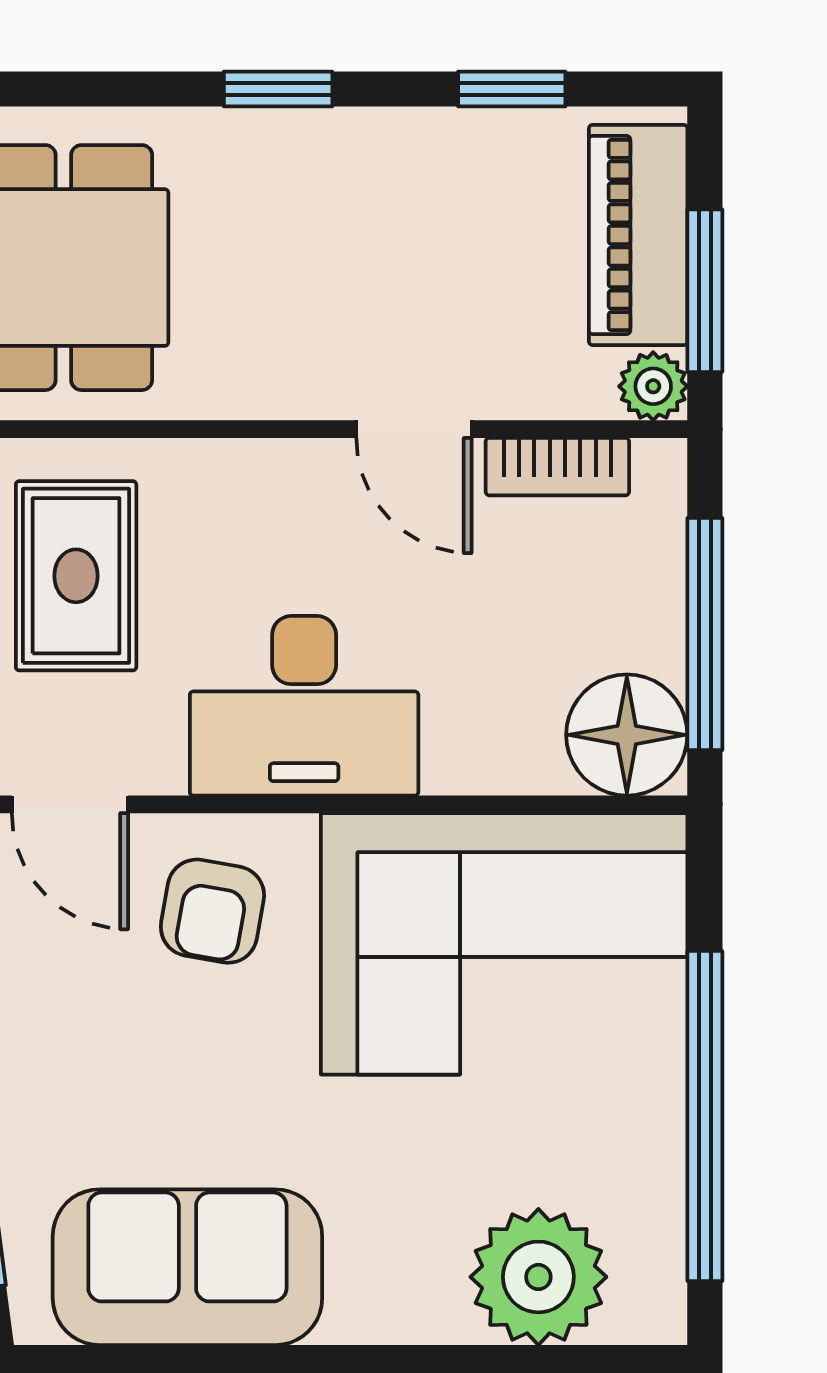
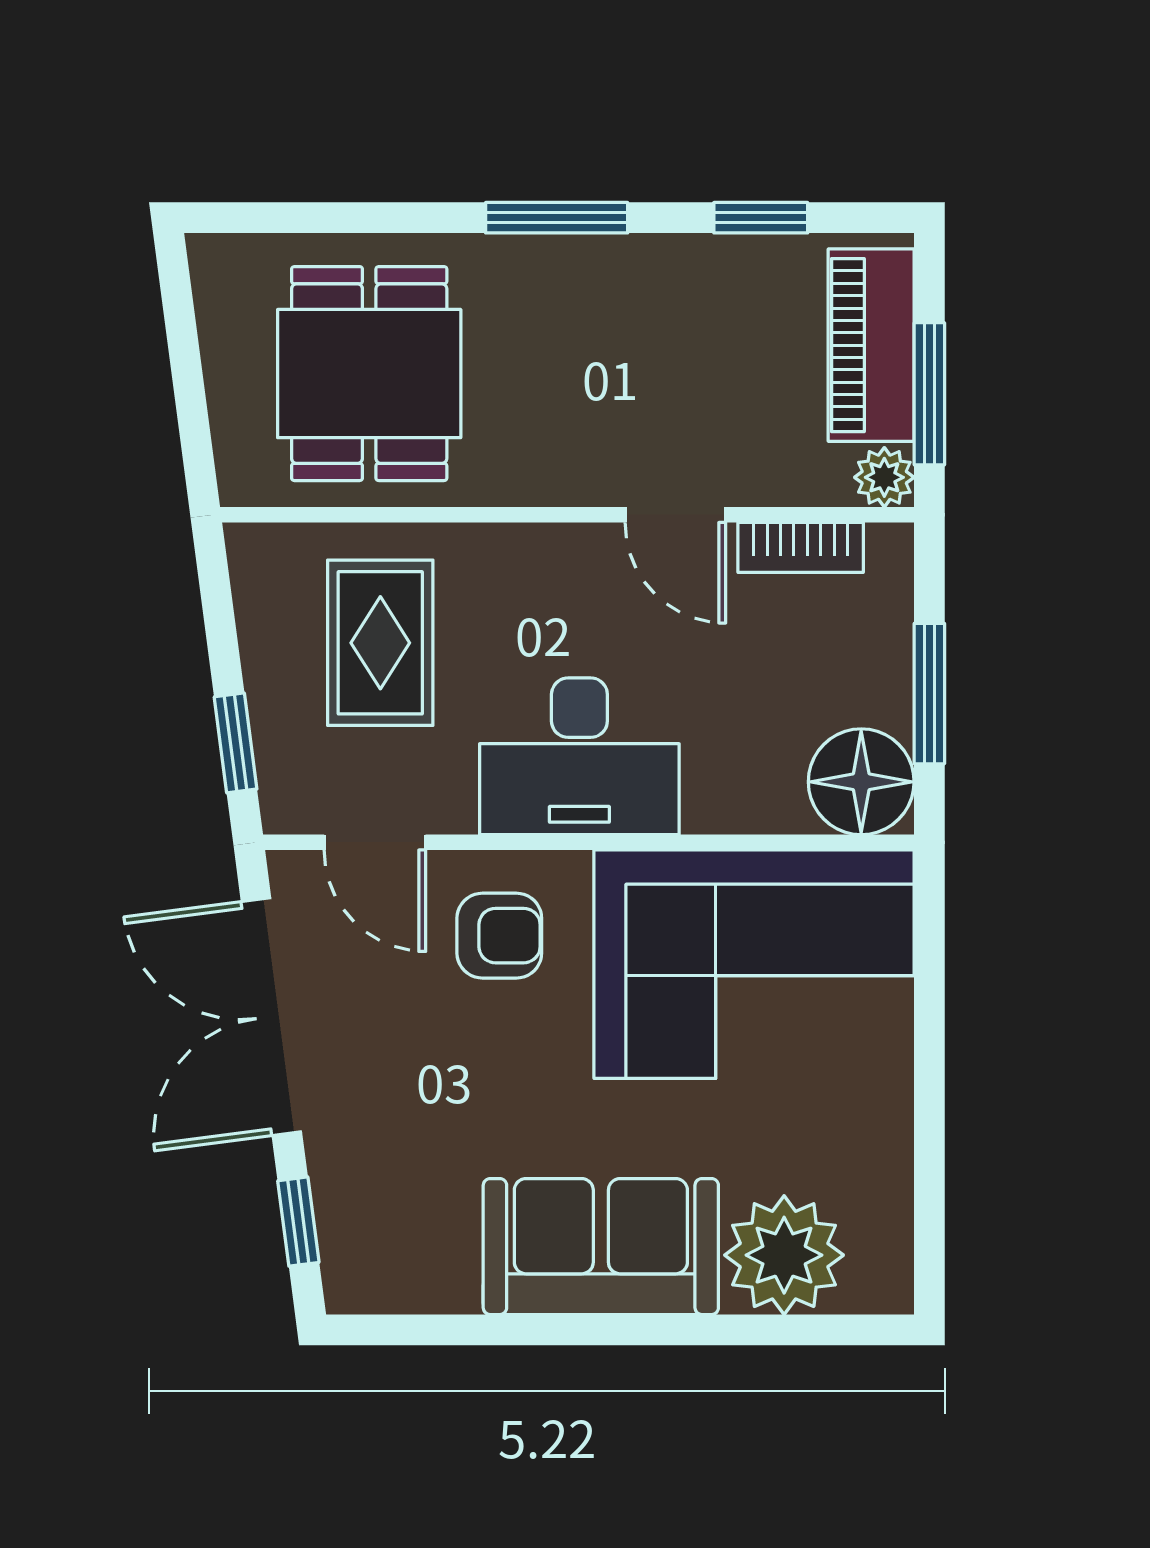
window: (278, 89) -> (557, 218), width x1.50
window: (705, 634) -> (929, 694), width x0.69
armchair: (212, 911) -> (499, 936), turned -100
window: (705, 1116) -> (929, 1115), removed
sofa: (187, 1267) -> (601, 1247), moved

